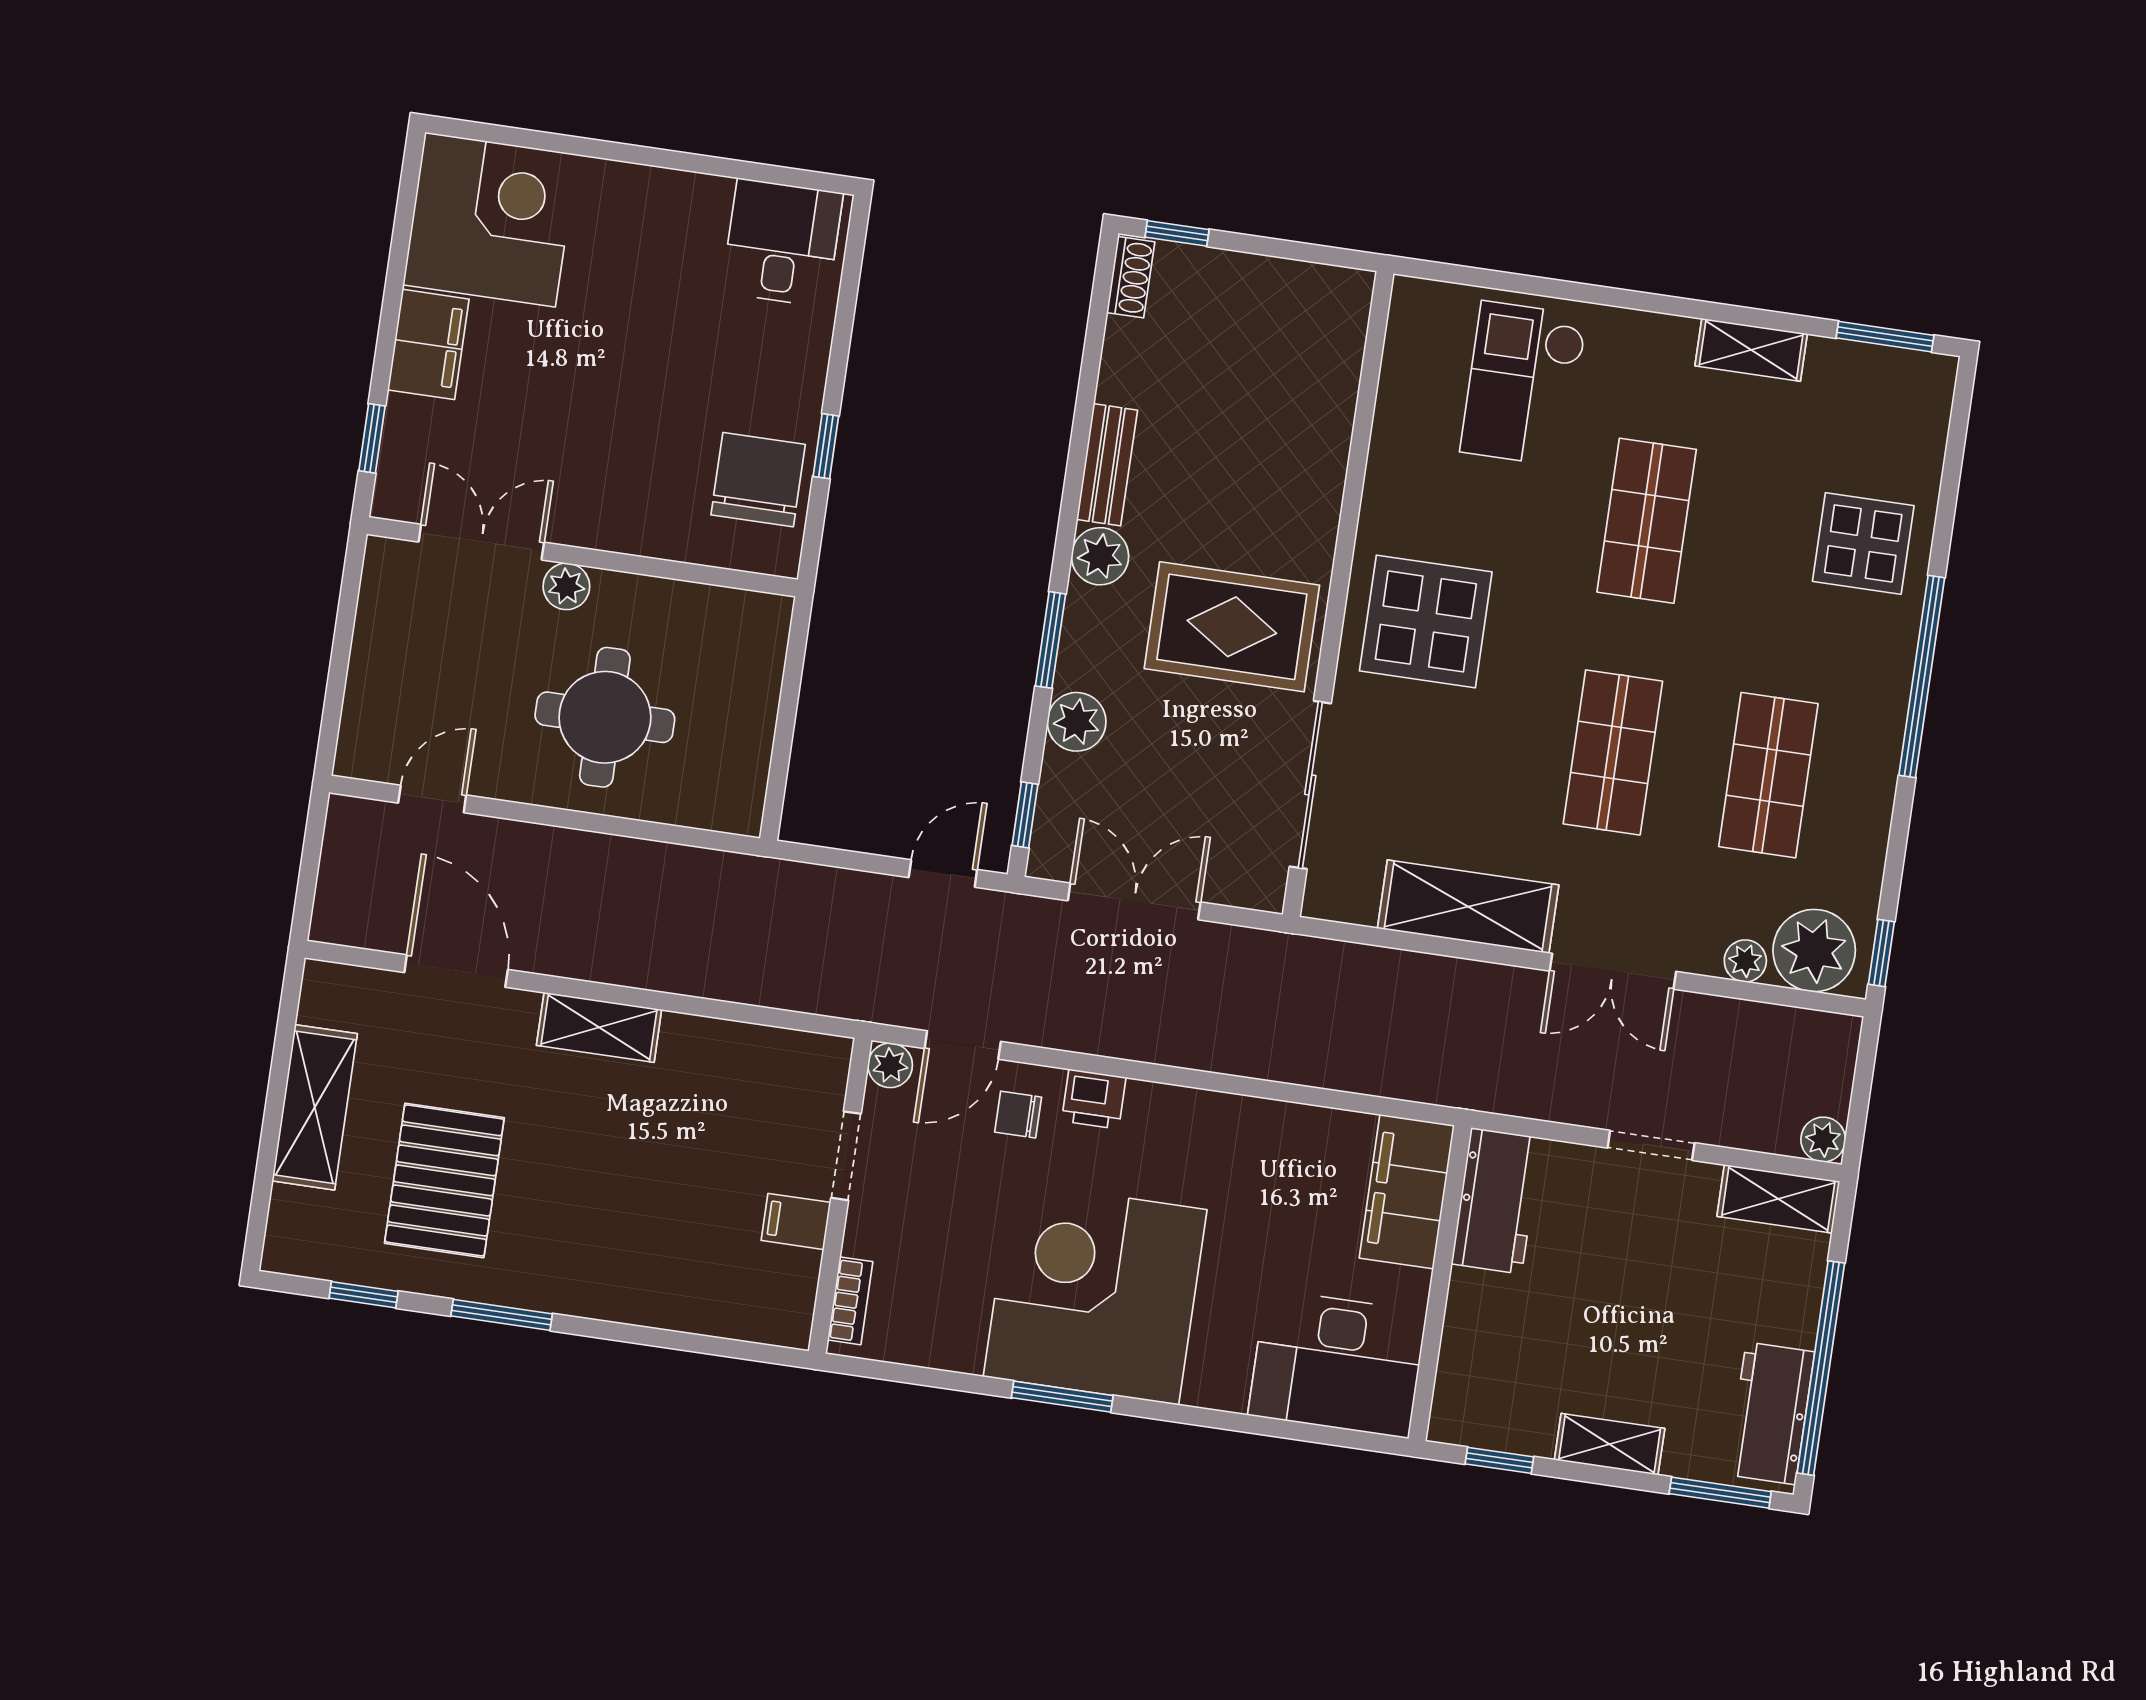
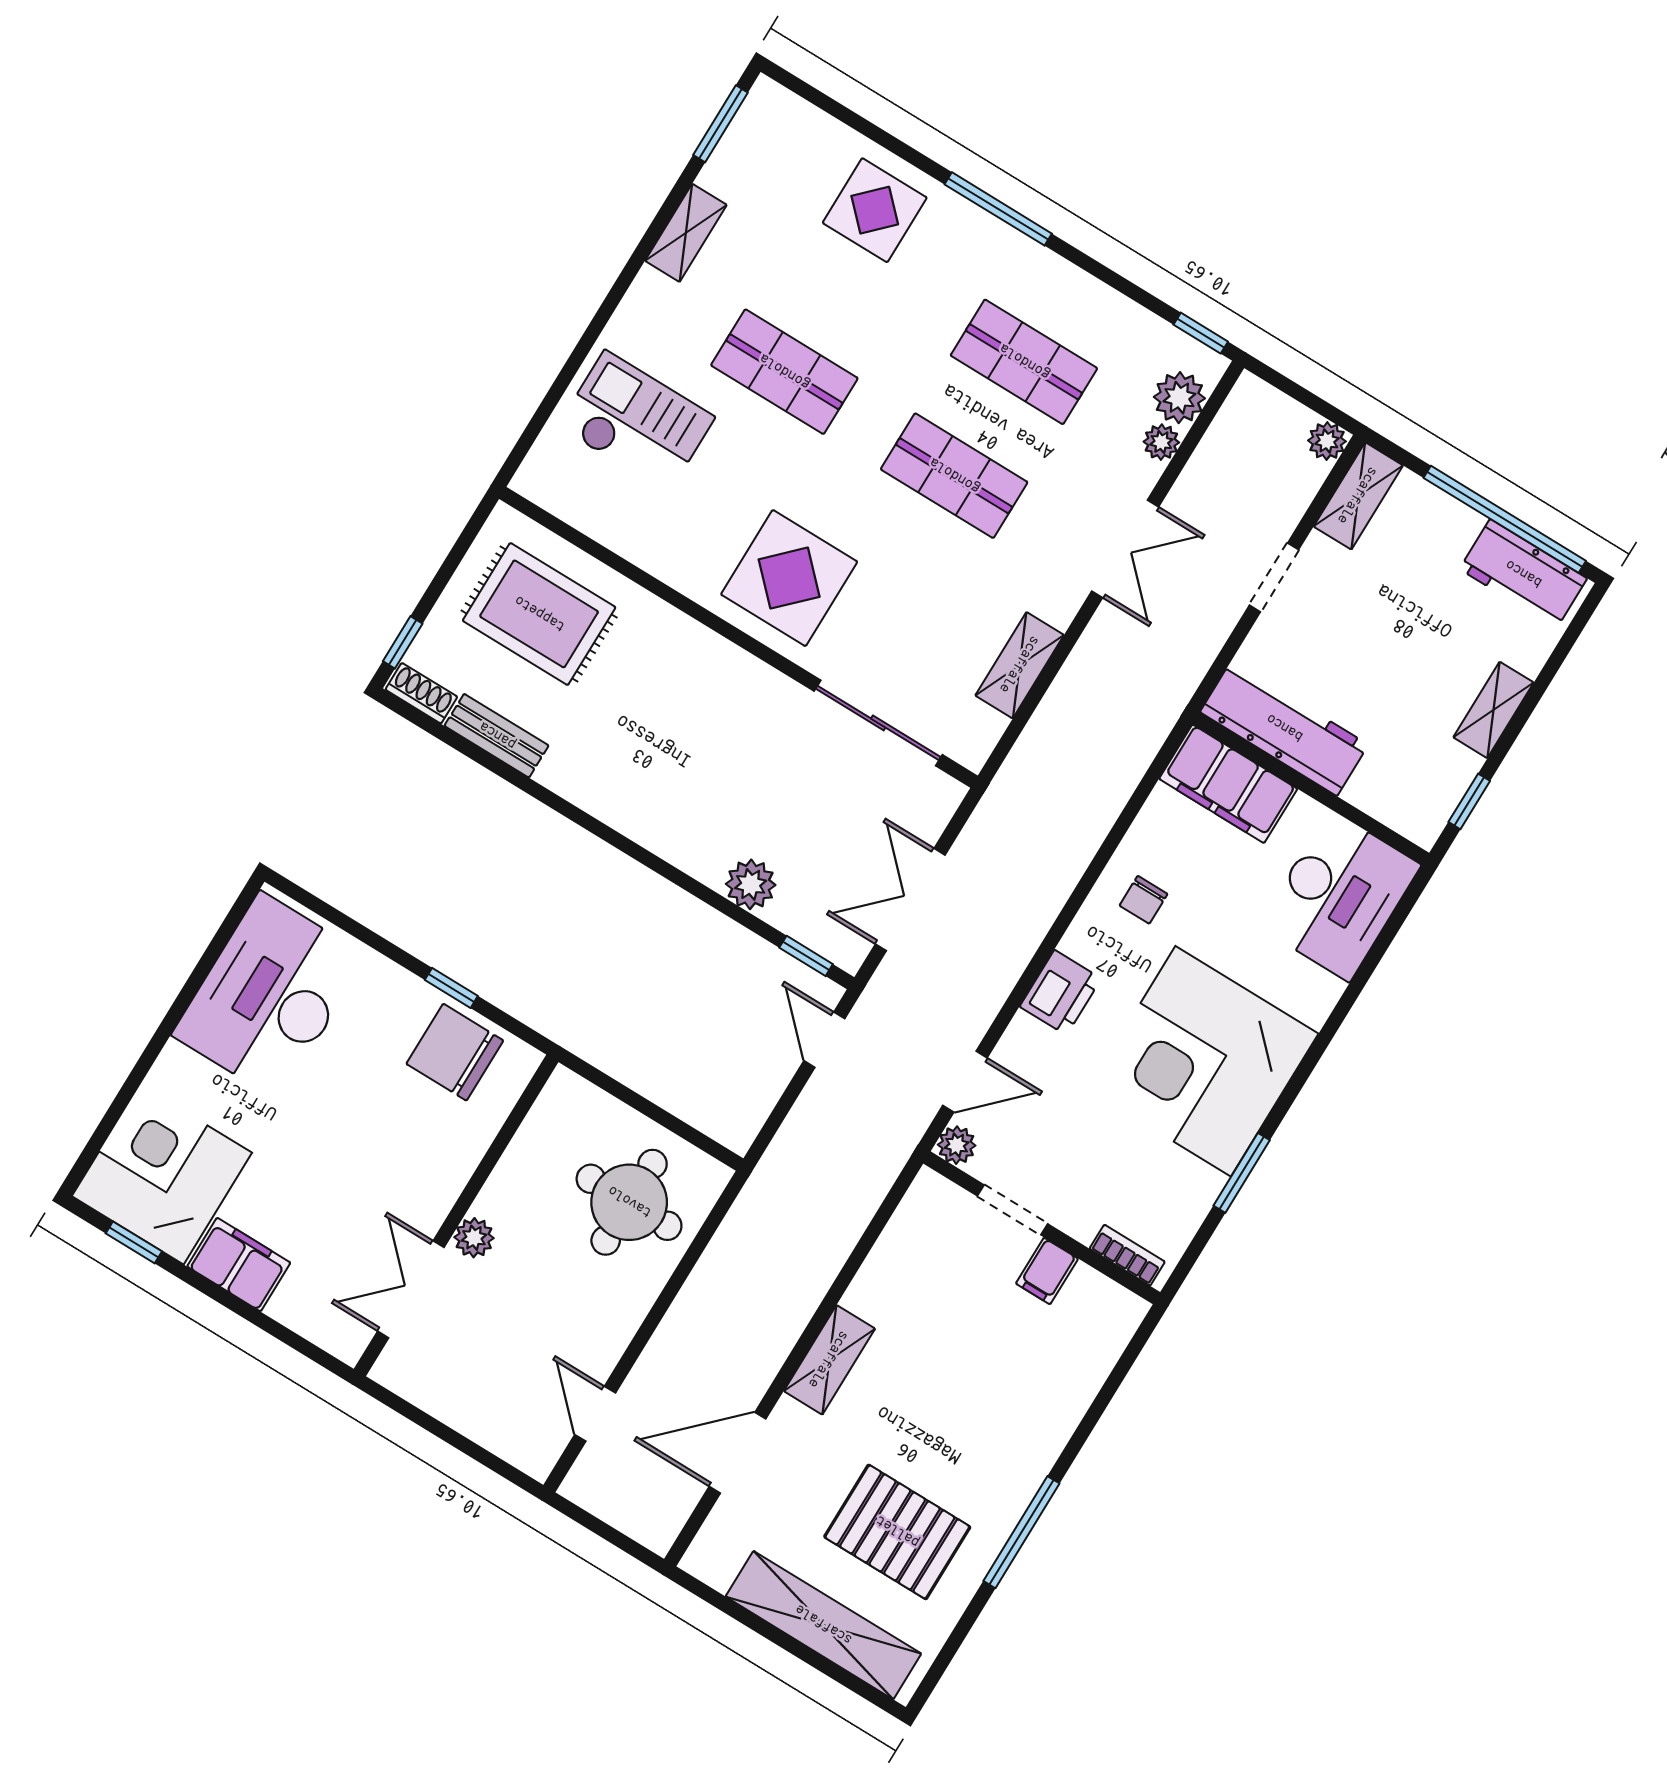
desk: (782, 243) -> (270, 996), width x1.87, depth x1.30
checkout: (1524, 384) -> (636, 422), turned 180
window: (372, 438) -> (134, 1242), moved
bench: (1107, 465) -> (497, 736), moved
plant: (1100, 556) -> (629, 811), removed
rug: (1232, 627) -> (539, 614), moved, turned 90
window: (1051, 640) -> (678, 877), removed
window: (1922, 676) -> (998, 209), width x0.68
round table: (605, 717) -> (629, 1202), moved
shelving: (1468, 907) -> (1020, 665), width x0.67, depth x0.75
plant: (1814, 951) -> (1179, 398), width x0.73, depth x0.73
door: (963, 1045) -> (965, 1082), hinge flipped
printer: (1094, 1099) -> (1060, 992), width x1.36, depth x1.24
shelving: (315, 1107) -> (823, 1625), width x1.47
chair: (1018, 1115) -> (1143, 900), moved
workbench: (1496, 1201) -> (1284, 728), width x1.38
window: (364, 1295) -> (959, 1633), removed
window: (502, 1315) -> (1021, 1532), width x1.44
window: (1062, 1397) -> (1242, 1173), moved
window: (1720, 1493) -> (1568, 640), removed

